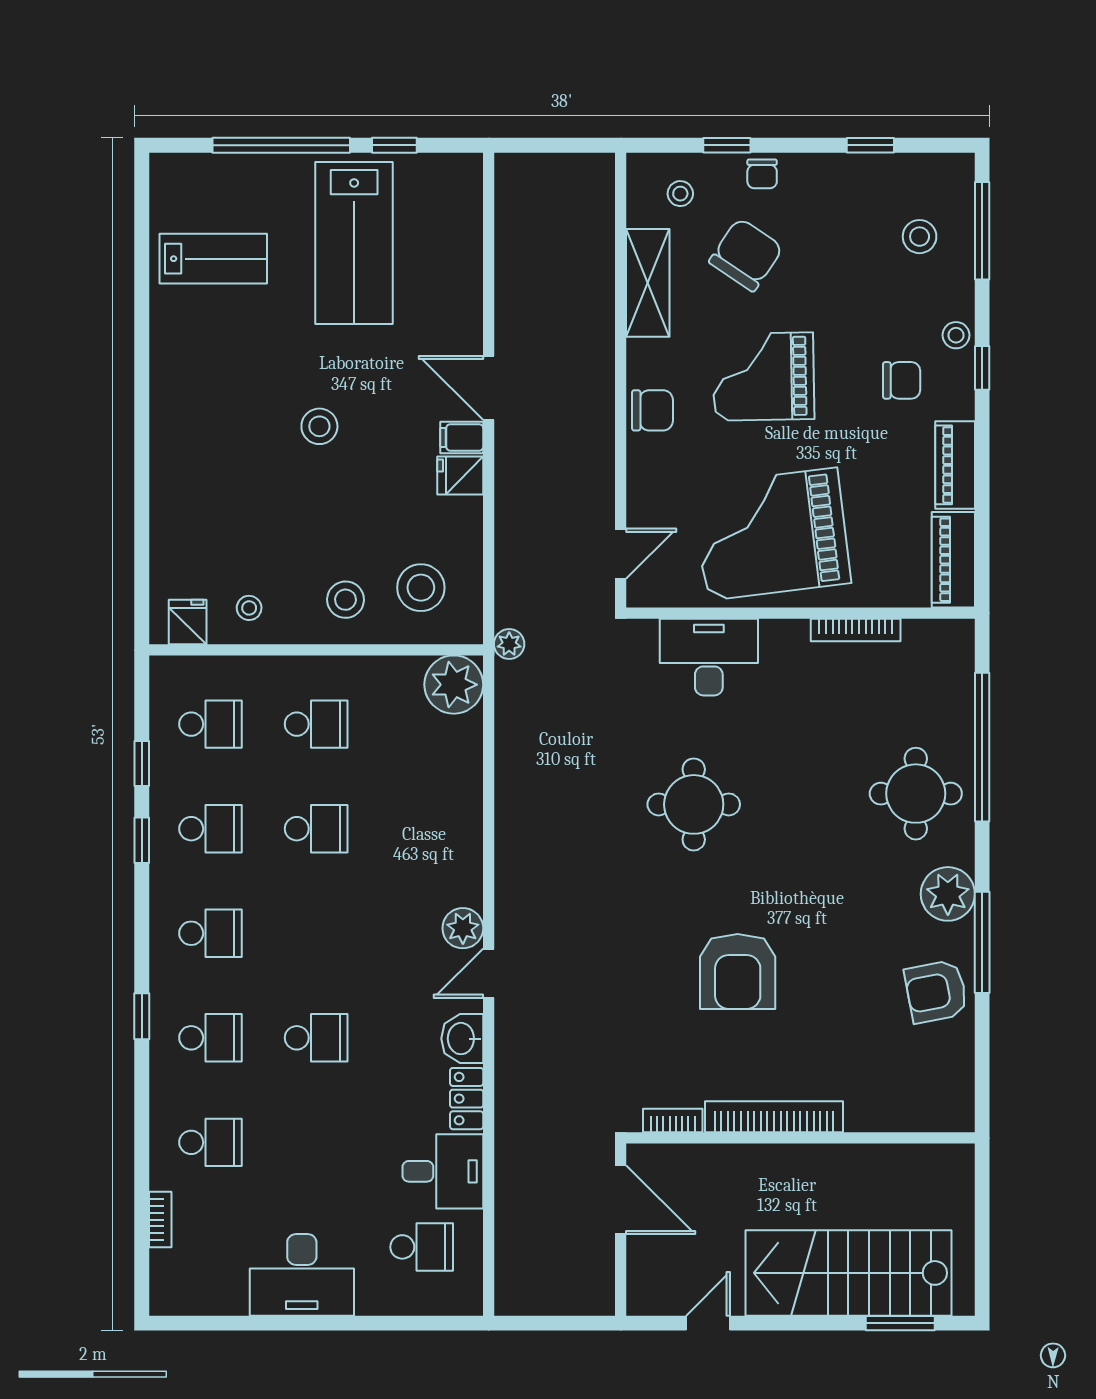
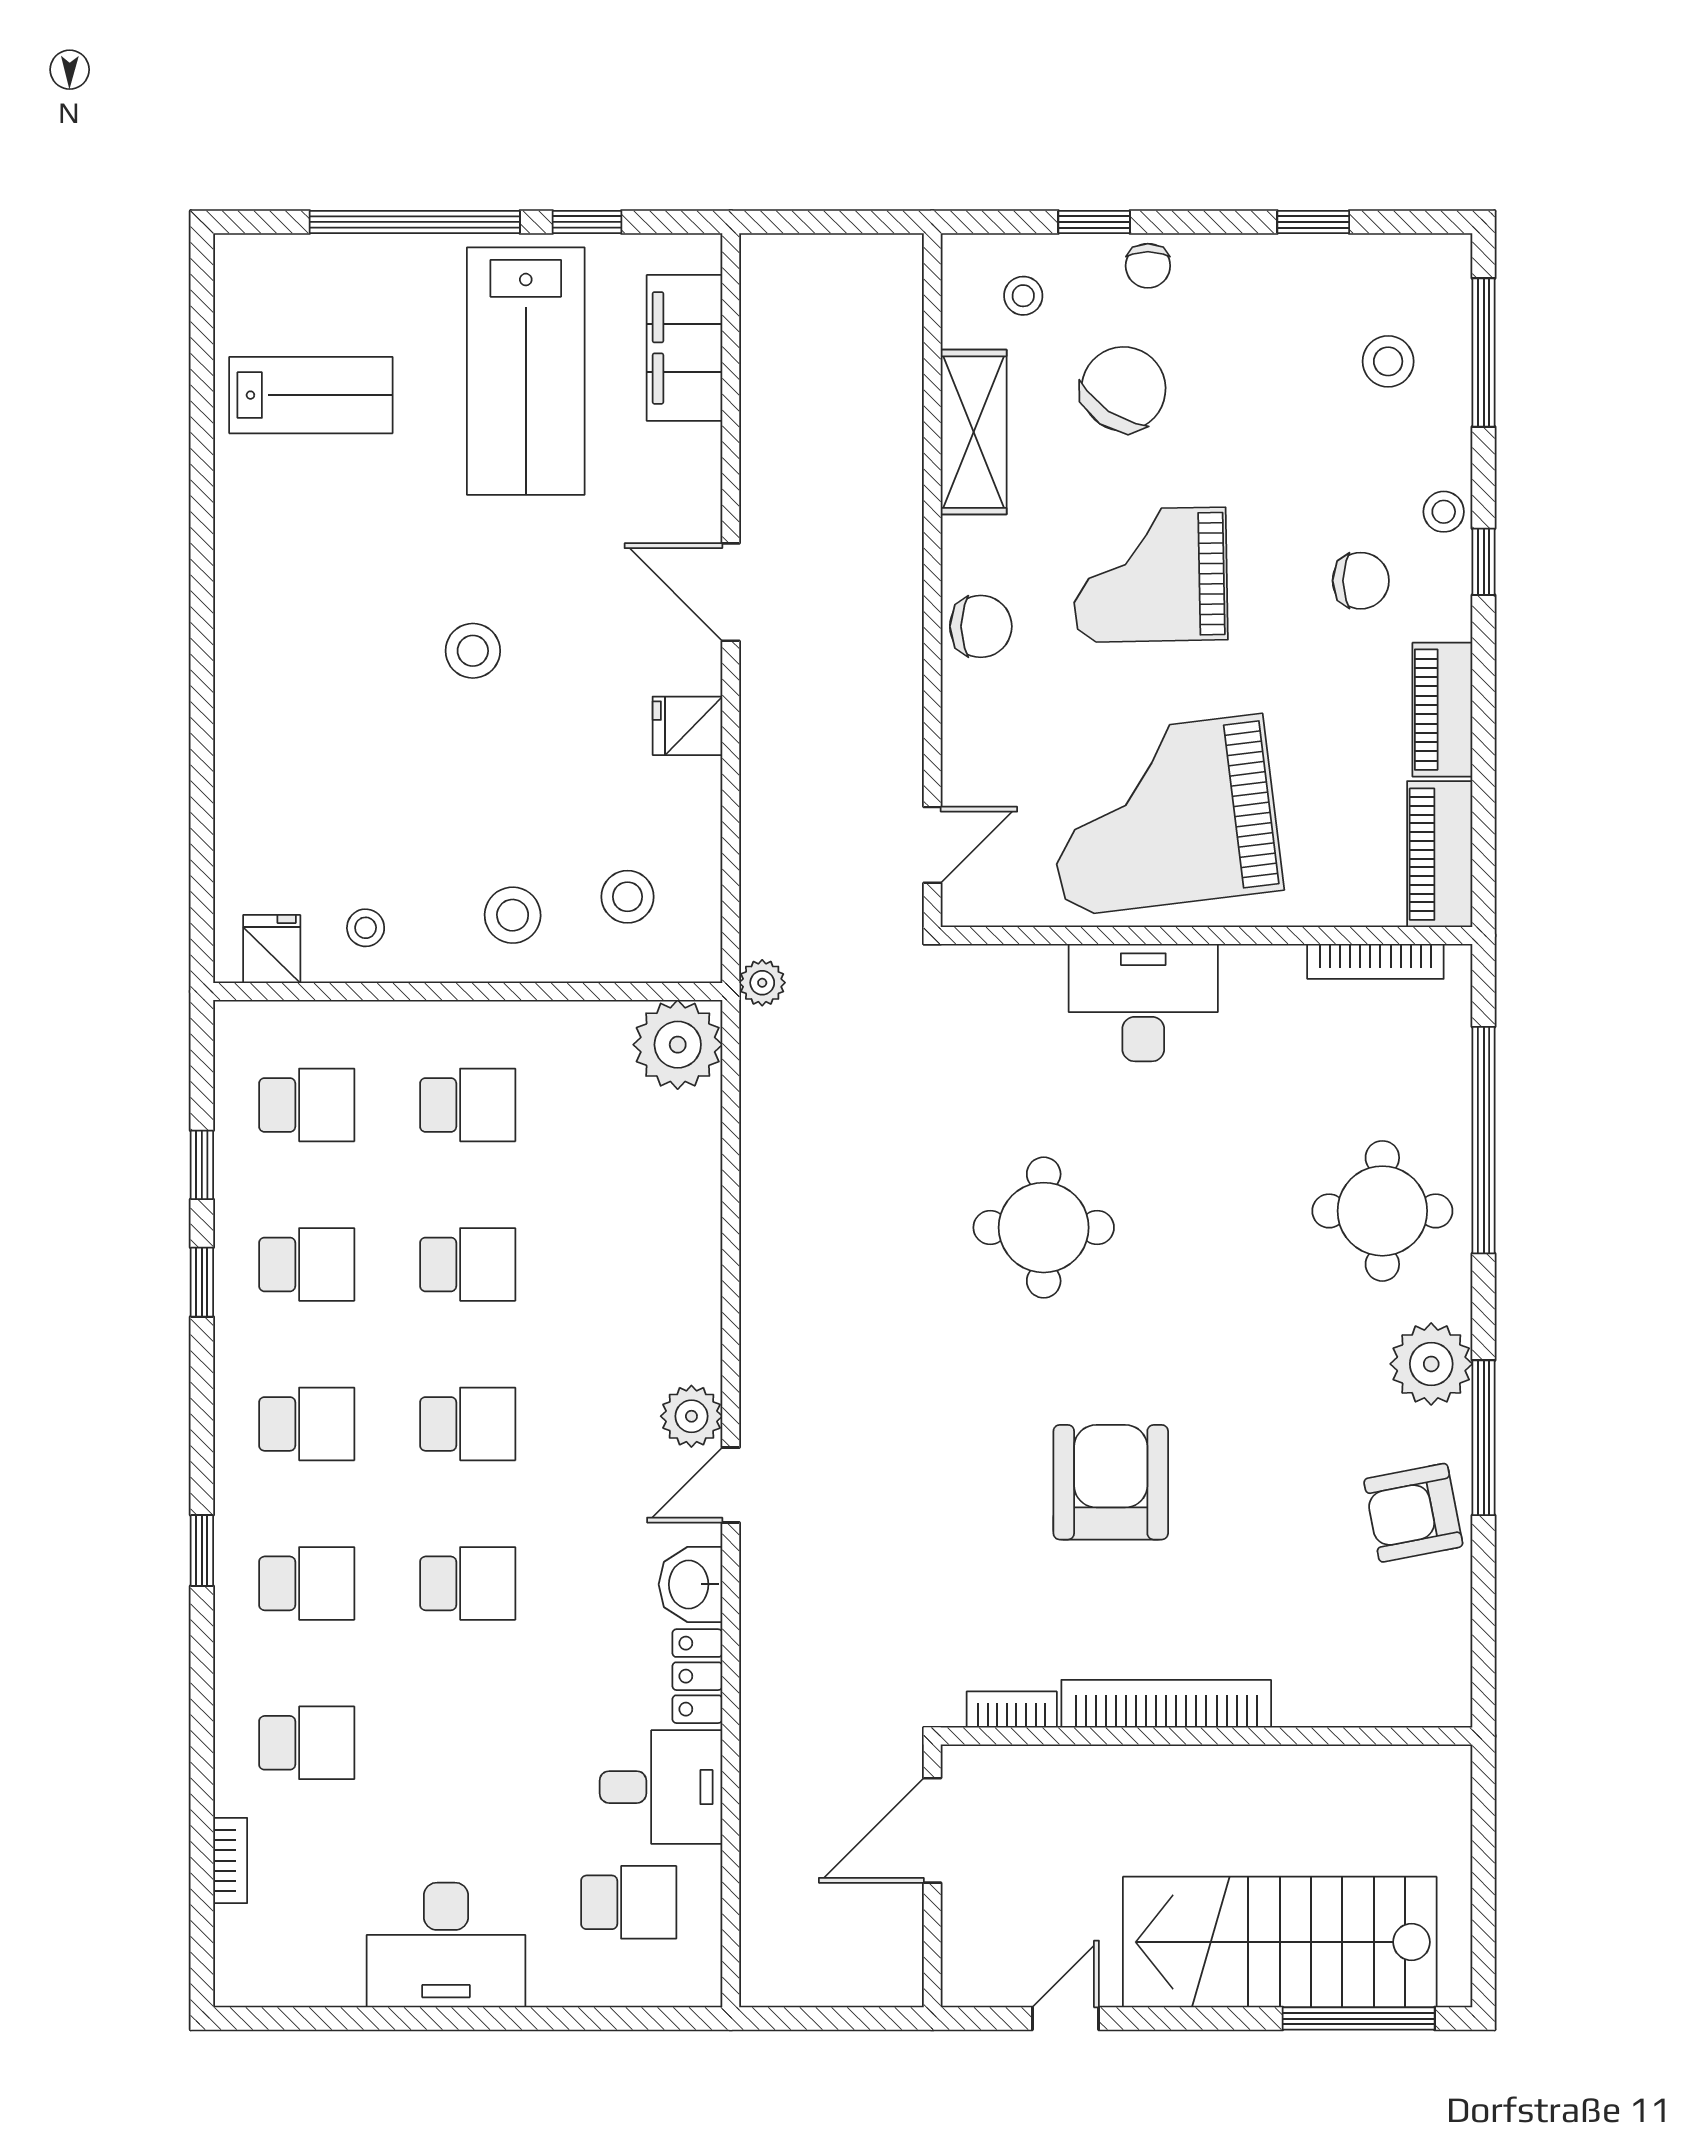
filing cabinet: (462, 437) -> (685, 348), moved, width x3.00, depth x1.17
stool: (421, 588) -> (628, 897), width x0.73, depth x0.73
bookcase: (856, 630) -> (1375, 961), moved
desk: (709, 657) -> (1143, 1003), moved
school desk: (316, 933) -> (468, 1424), added
armchair: (738, 971) -> (1111, 1482), turned 180
door: (621, 1200) -> (932, 1830), swing flipped
window: (900, 1323) -> (1359, 2019), width x1.44

